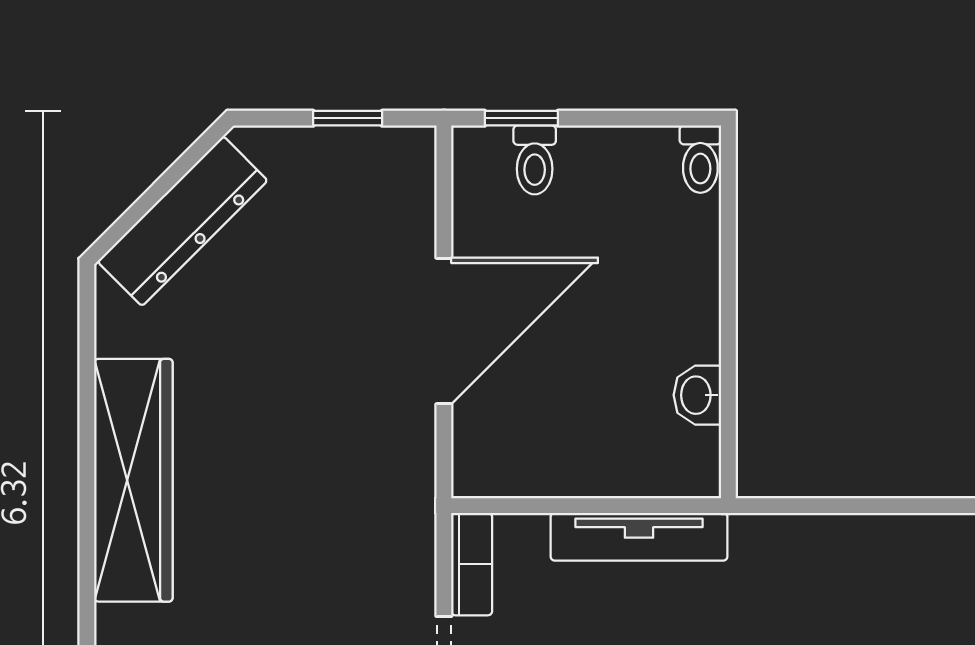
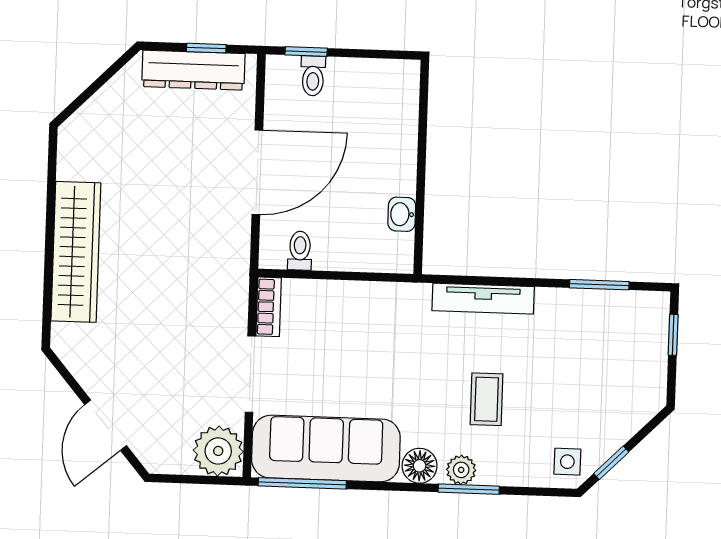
toilet: (700, 159) -> (300, 251), moved, turned 180
dresser: (183, 221) -> (193, 70), moved, turned 45
tv unit: (639, 537) -> (483, 299), moved

